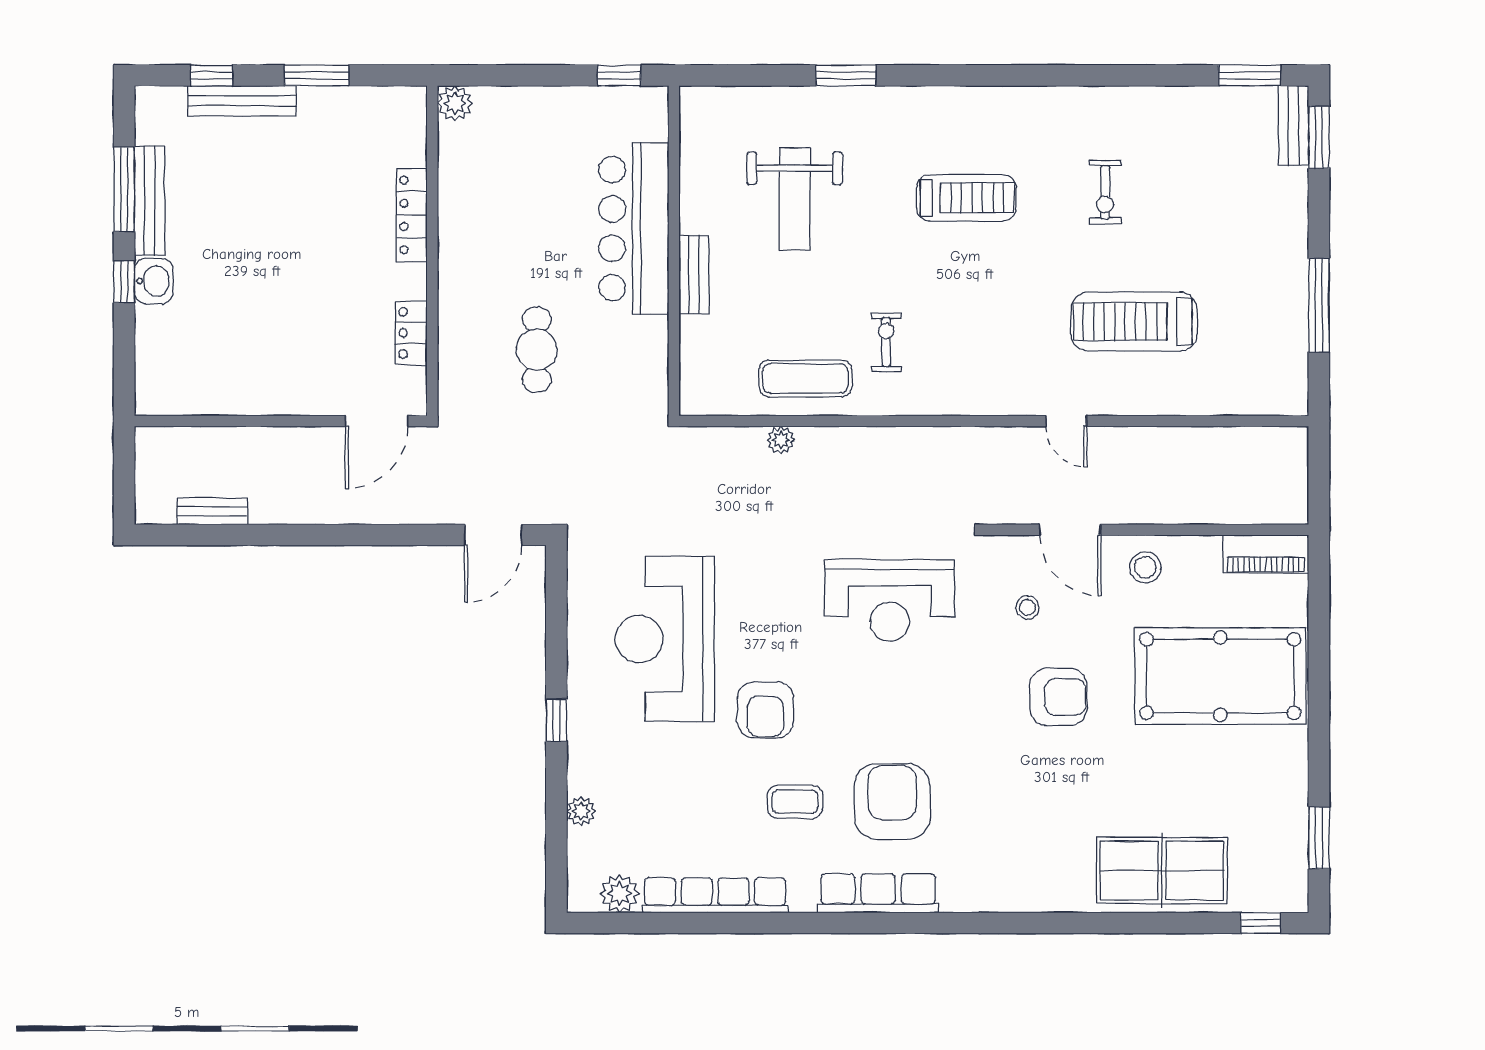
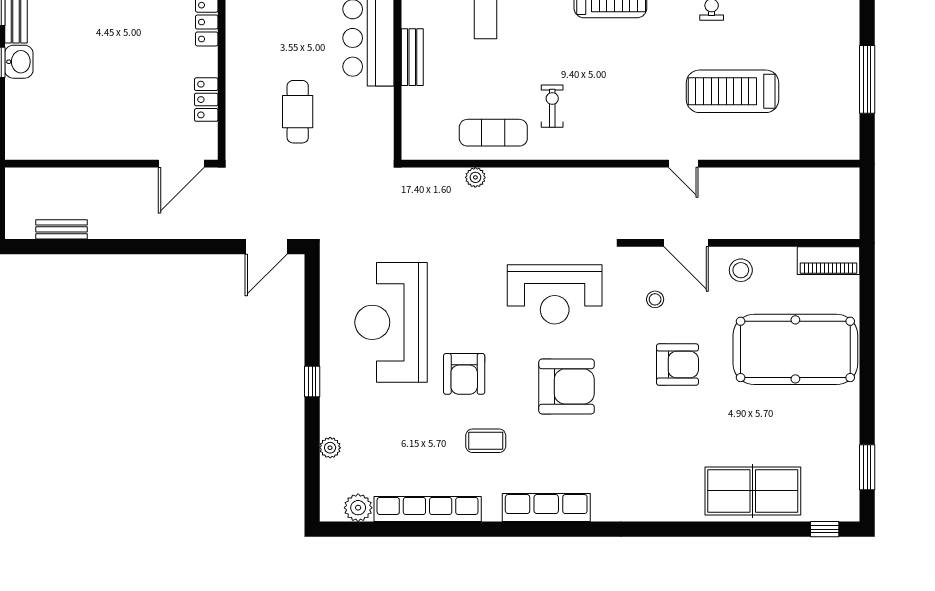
armchair: (892, 802) -> (567, 386), moved, turned 90

